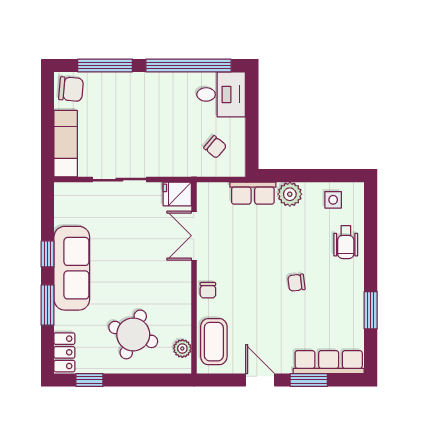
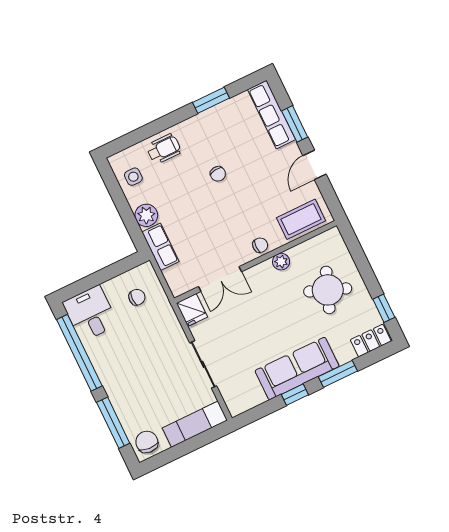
chair: (215, 147) -> (137, 297), turned 50
plant: (182, 348) -> (281, 262), moved

